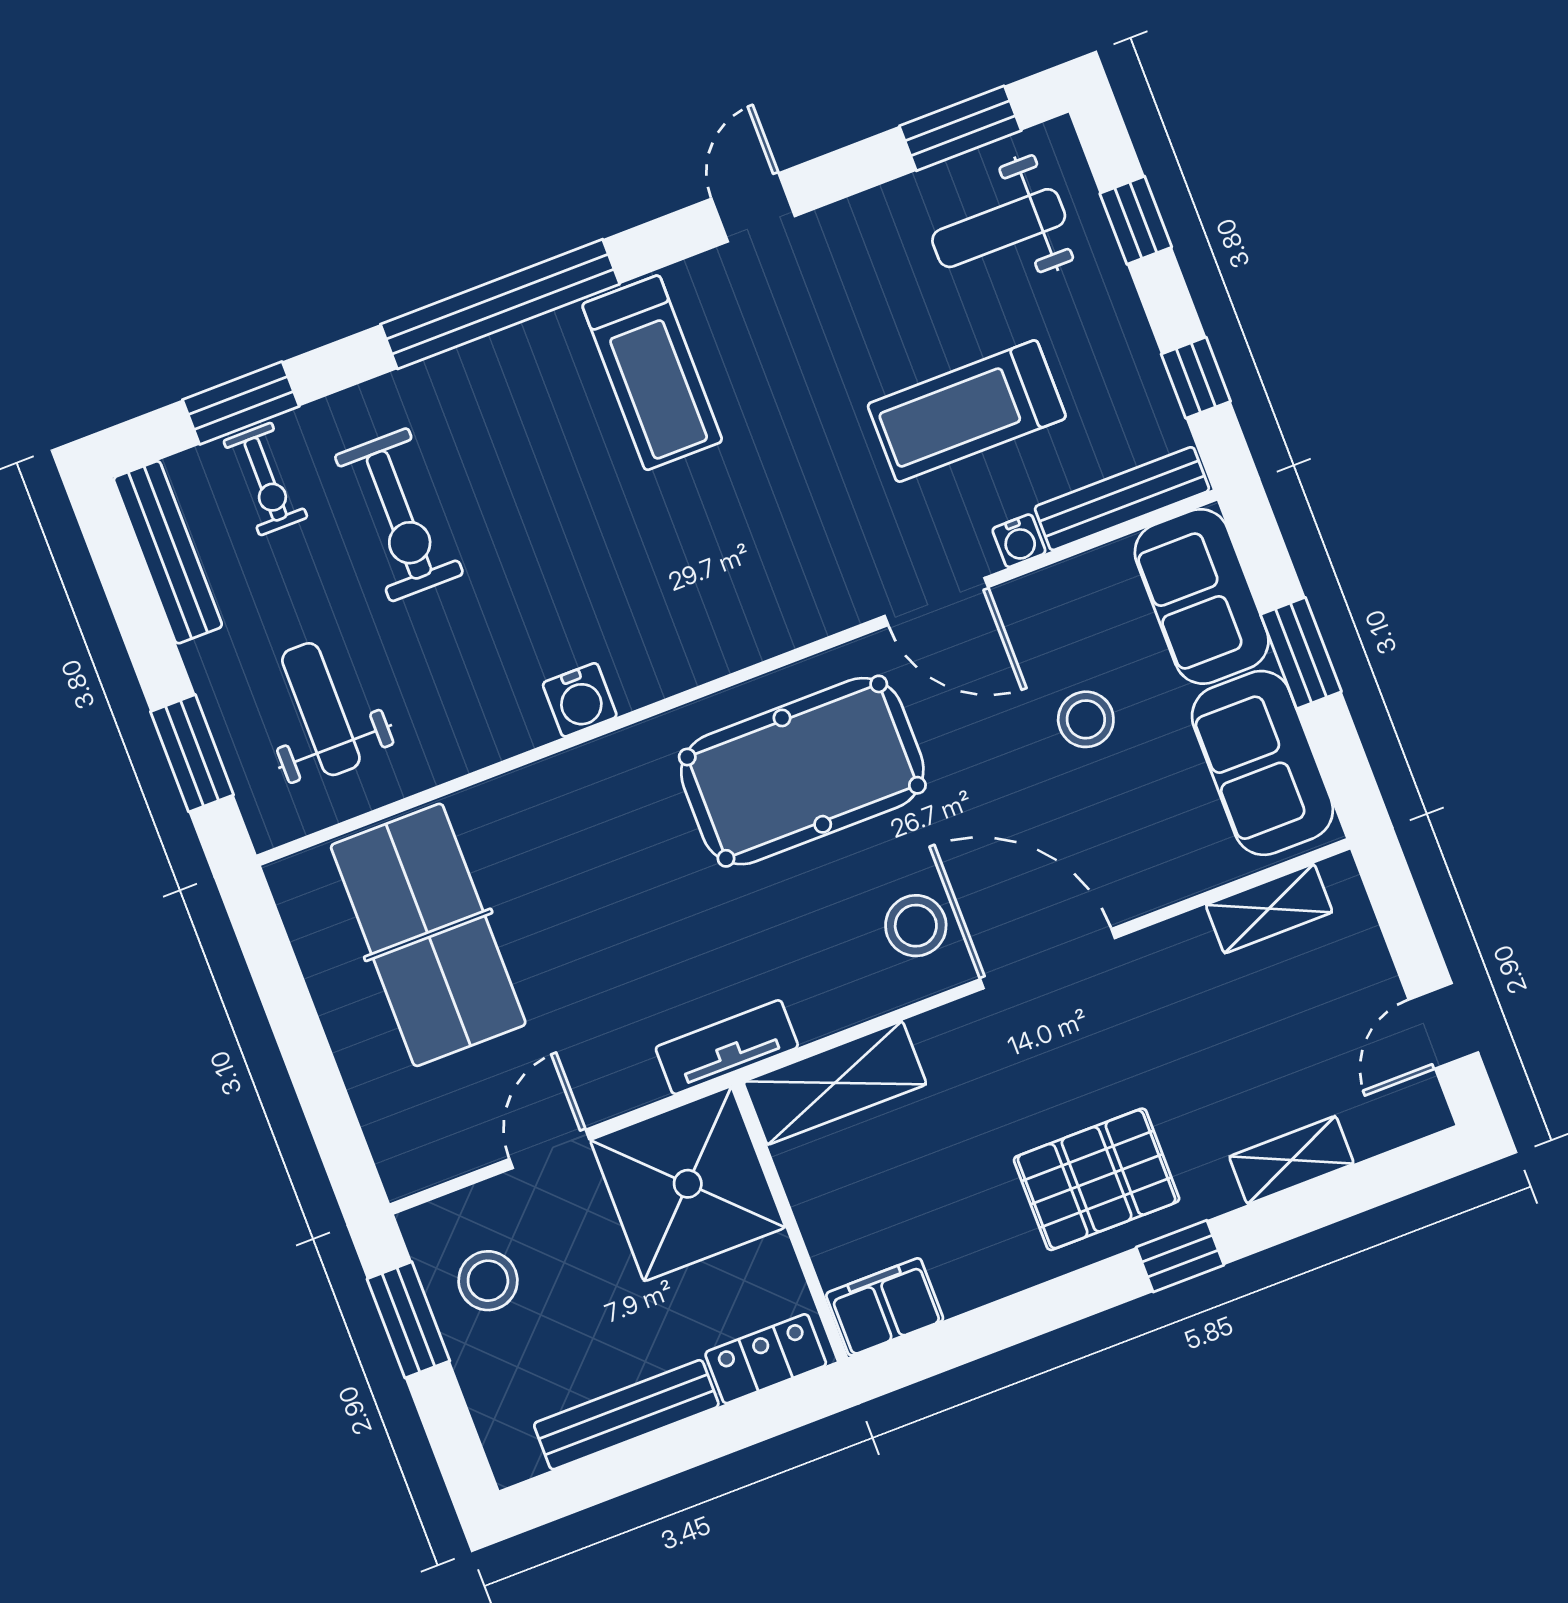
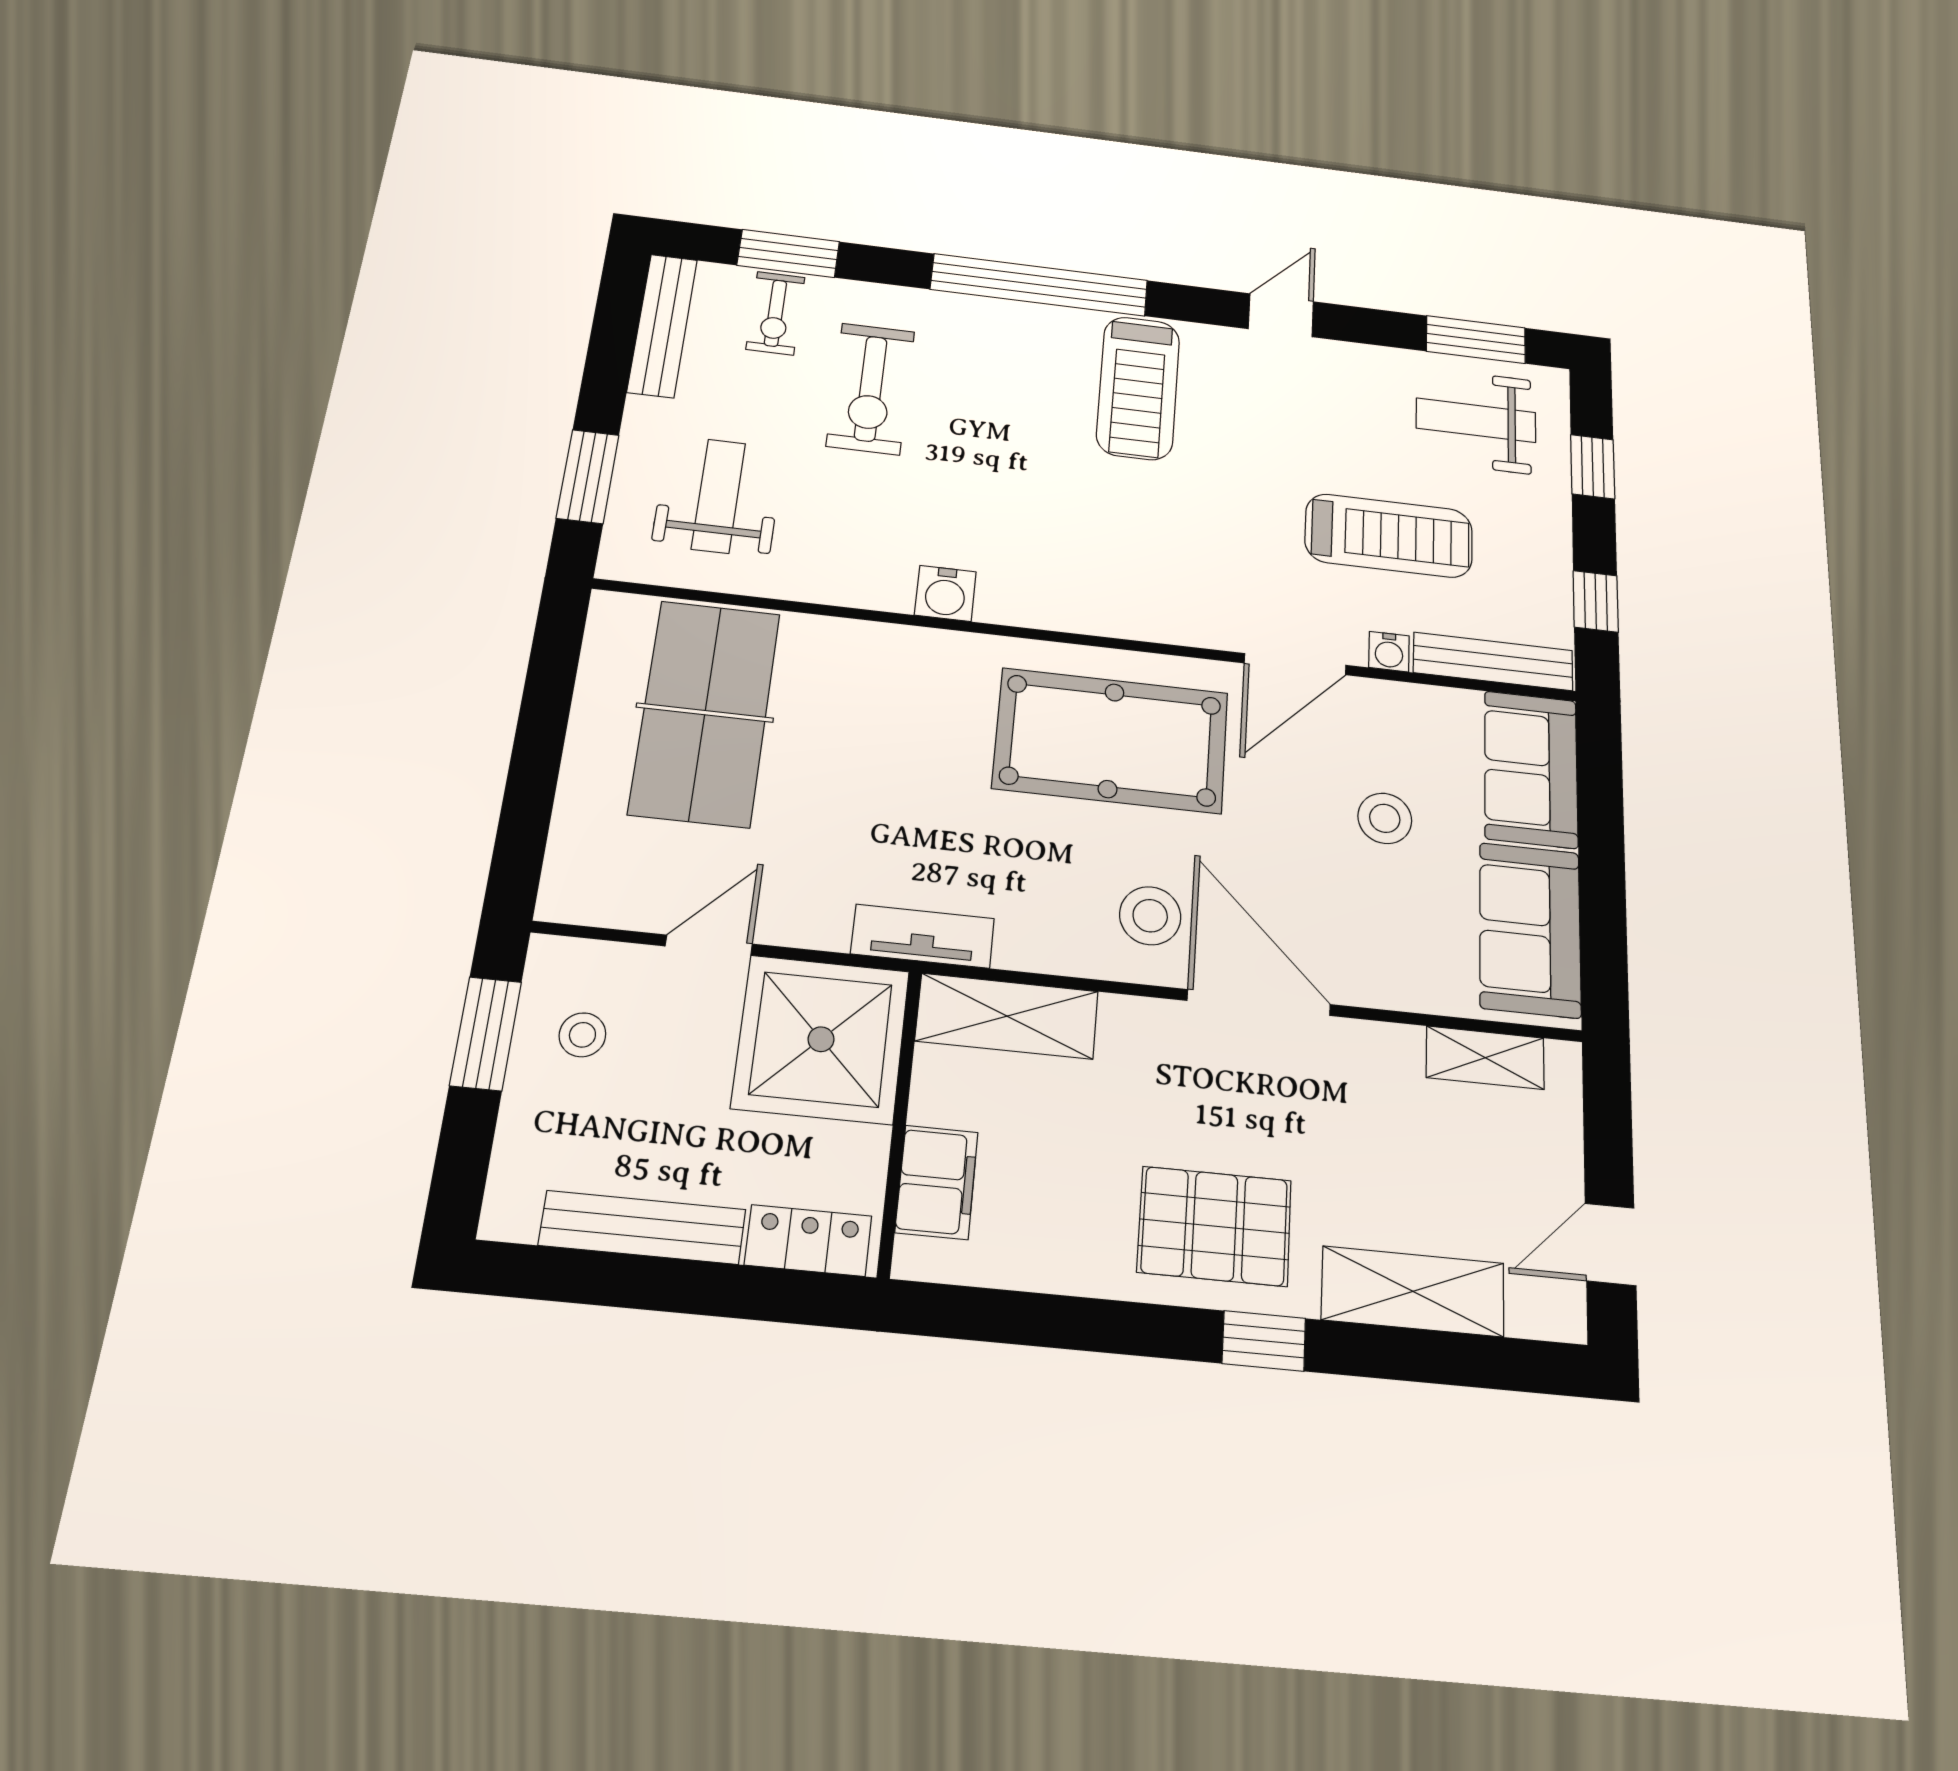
treadmill: (967, 411) -> (1389, 536), turned 180
door: (936, 601) -> (1295, 664), hinge flipped
window: (1301, 653) -> (1602, 856), removed
shelving: (1292, 1160) -> (1413, 1291), width x1.50, depth x1.33
stool: (488, 1281) -> (582, 1035), width x0.73, depth x0.73
filing cabinet: (885, 1307) -> (937, 1182), moved, turned 90

